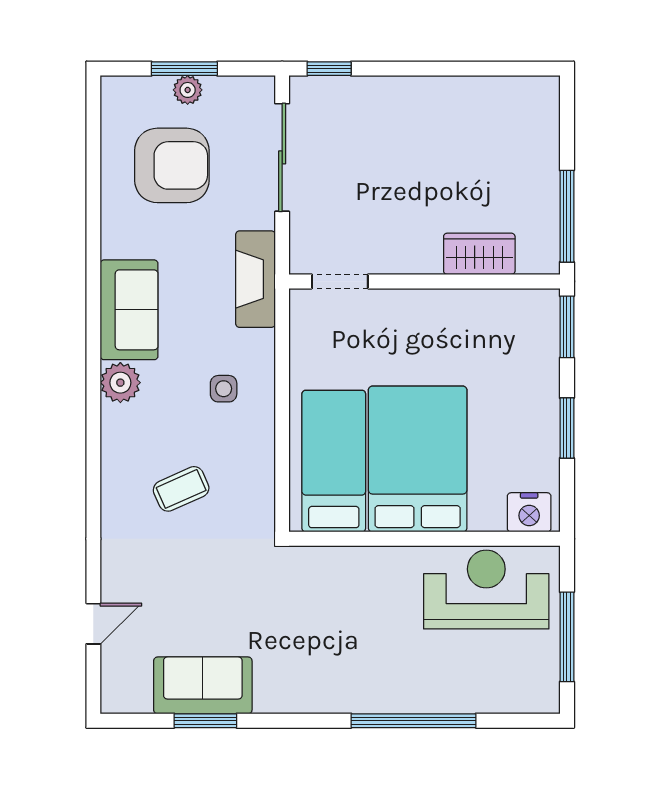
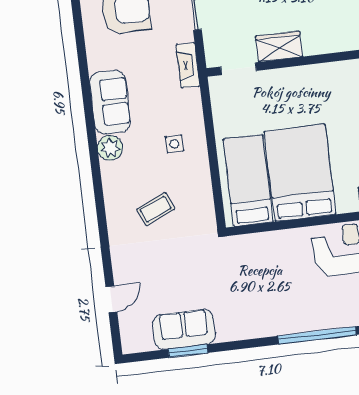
wardrobe: (479, 254) -> (279, 46), moved
fireplace: (255, 279) -> (188, 65), width x0.73, depth x0.76

